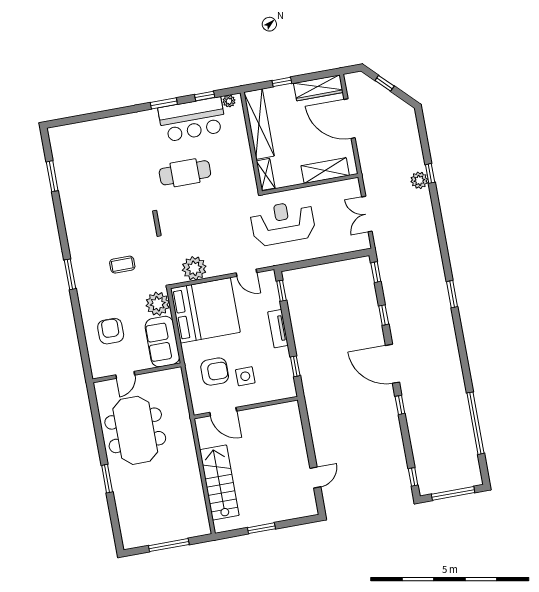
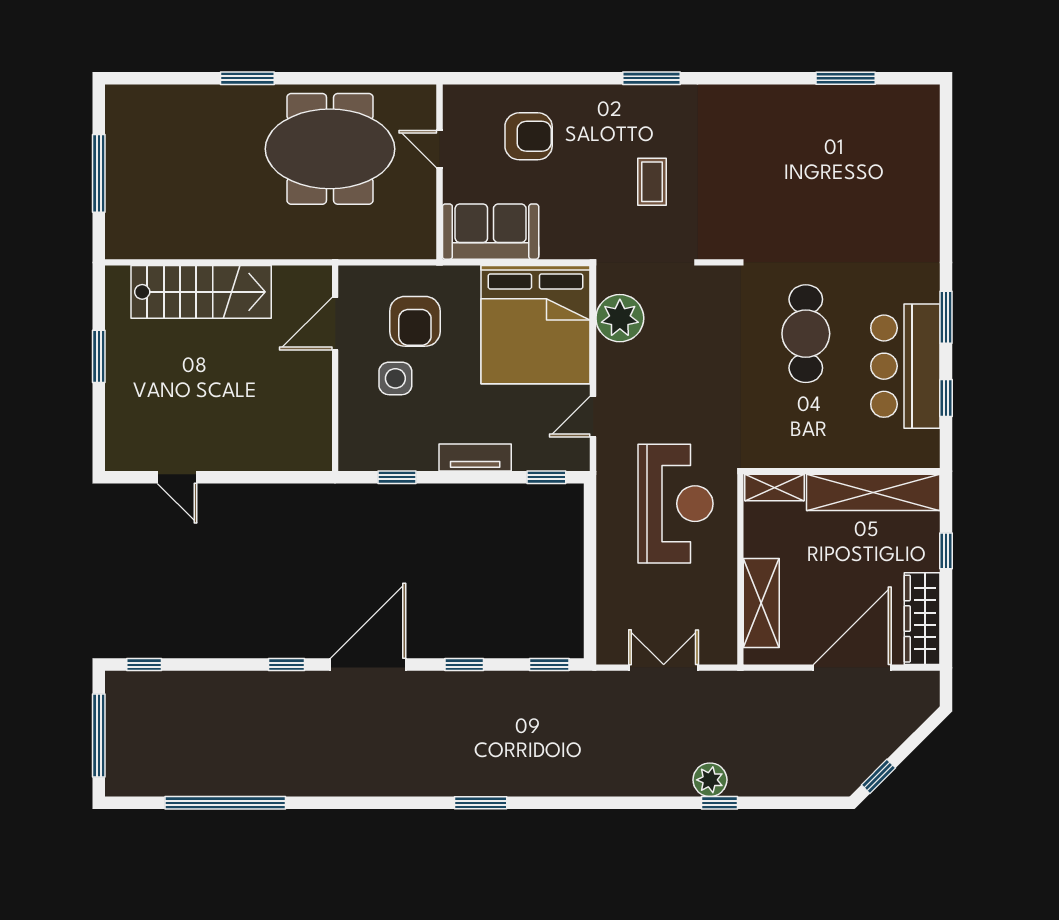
window: (385, 83) -> (878, 776), moved
plant: (229, 101) -> (928, 443), removed
plant: (158, 304) -> (565, 236), removed

